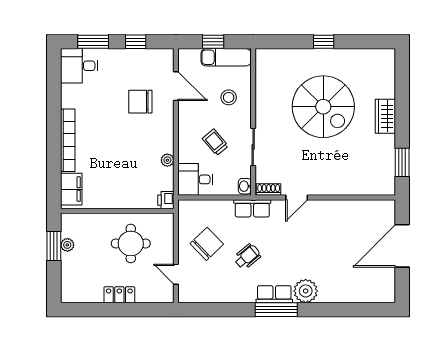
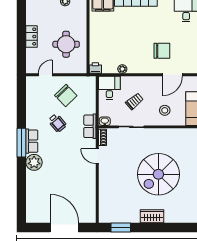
chair: (140, 102) -> (162, 51), turned 90

